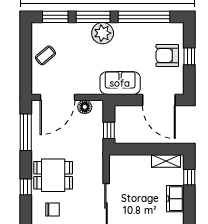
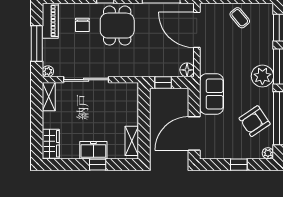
plant: (178, 28) -> (268, 153), added
armchair: (167, 56) -> (255, 121), moved, turned -124
floor lamp: (85, 107) -> (187, 70), moved
window: (189, 177) -> (98, 165), moved

